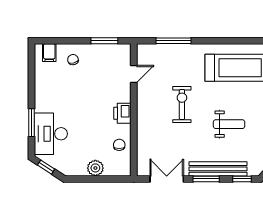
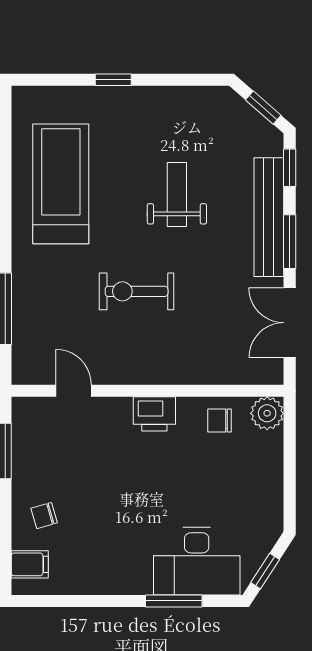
plant: (95, 168) -> (267, 413), moved

